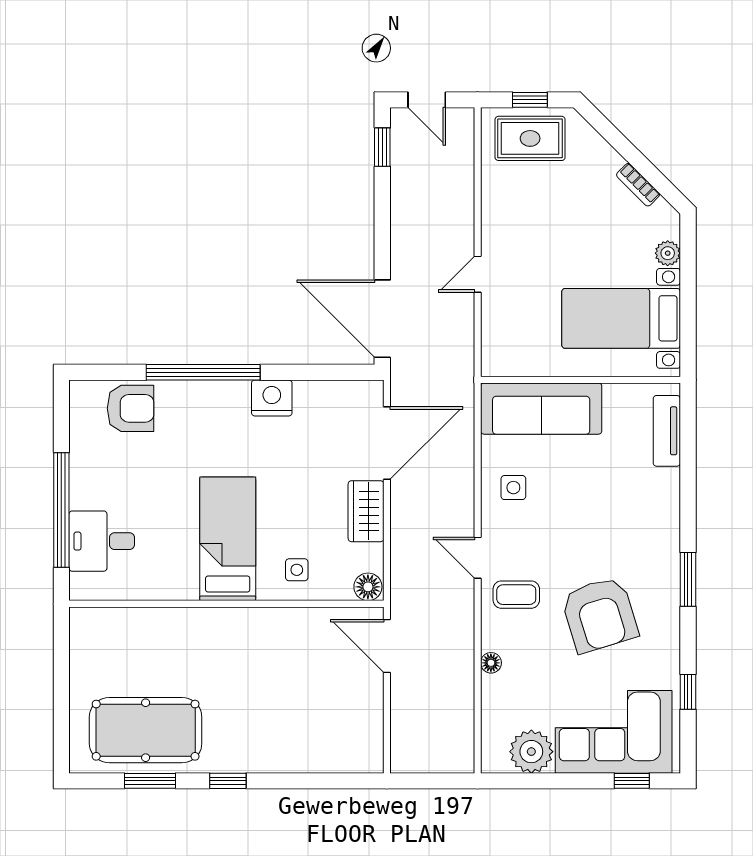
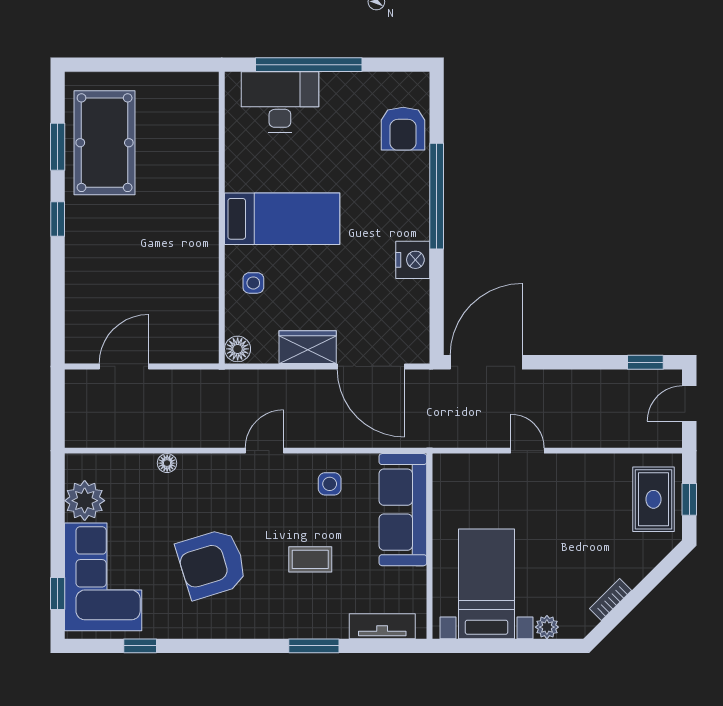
desk: (102, 541) -> (280, 102), width x1.37
window: (688, 579) -> (314, 646), moved
coffee table: (516, 595) -> (310, 559), moved, turned 90
door: (387, 646) -> (124, 366), moved

